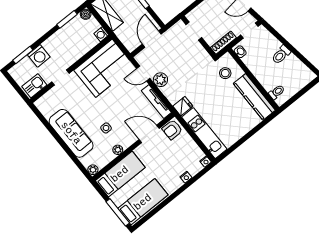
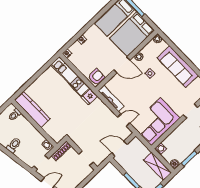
door: (152, 39) -> (119, 149), swing flipped
stool: (225, 73) -> (58, 126), removed
plant: (160, 80) -> (109, 116), removed
door: (149, 134) -> (122, 65), moved
bed: (120, 174) -> (132, 34), width x1.50

